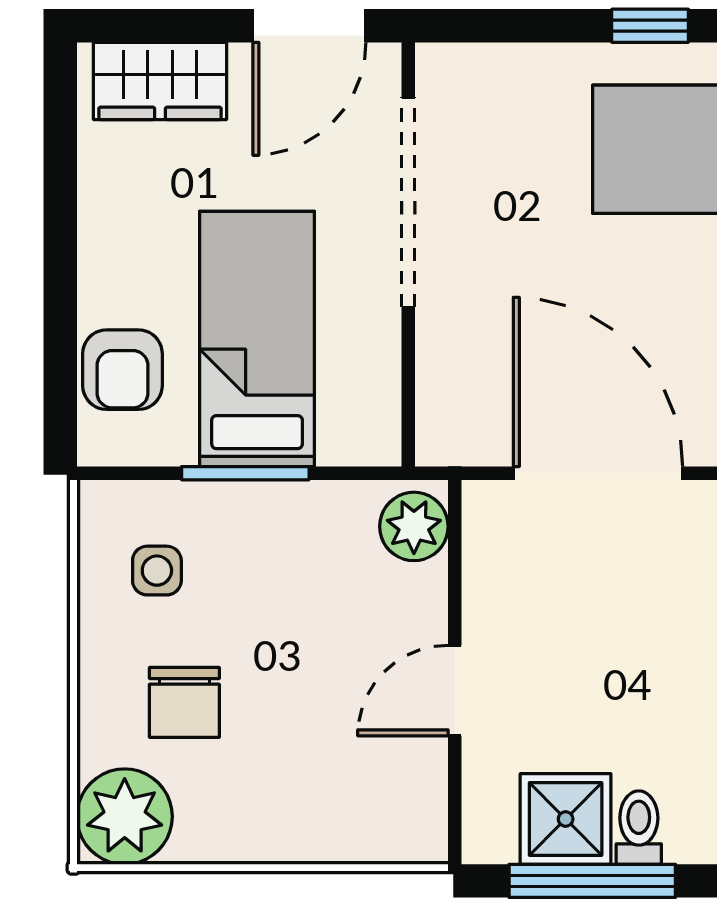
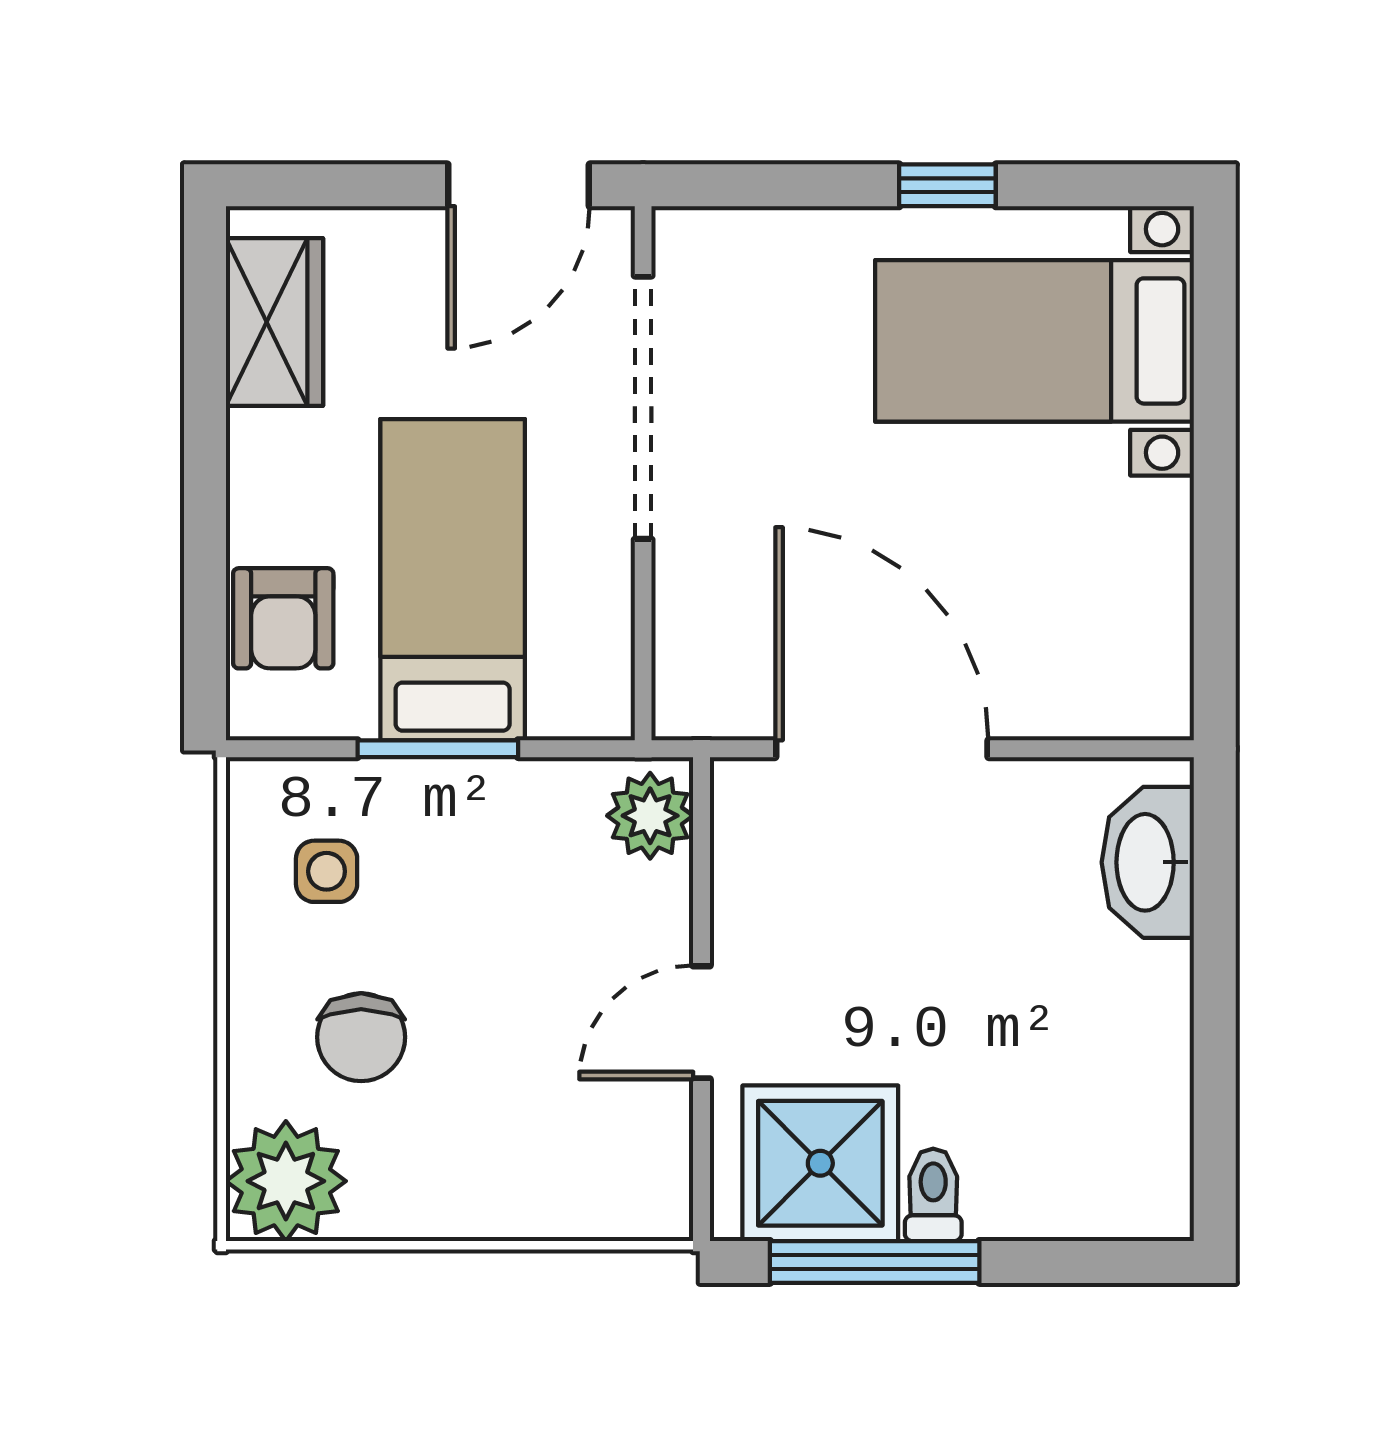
wardrobe: (160, 81) -> (274, 322), moved, turned -90
shower: (566, 819) -> (820, 1163), width x1.36, depth x1.36

